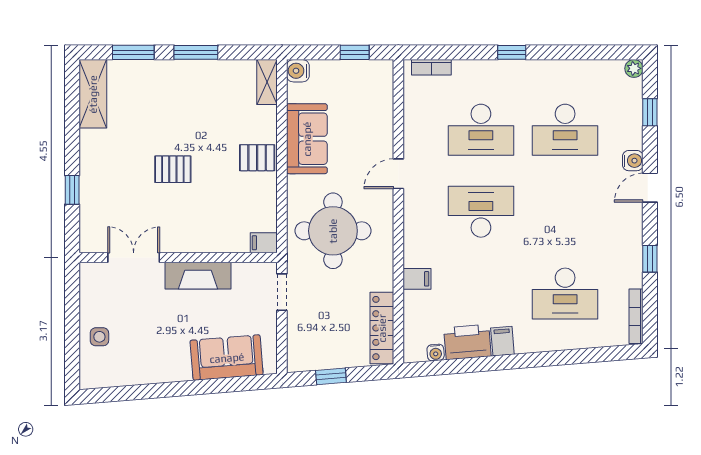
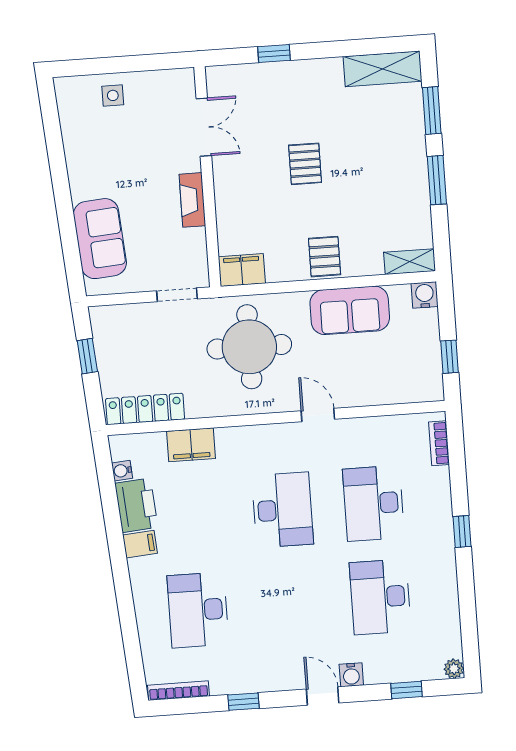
filing cabinet: (264, 243) -> (242, 270), width x2.00
fireplace: (198, 276) -> (192, 200), width x0.73, depth x0.76
filing cabinet: (417, 279) -> (191, 445), width x2.00

